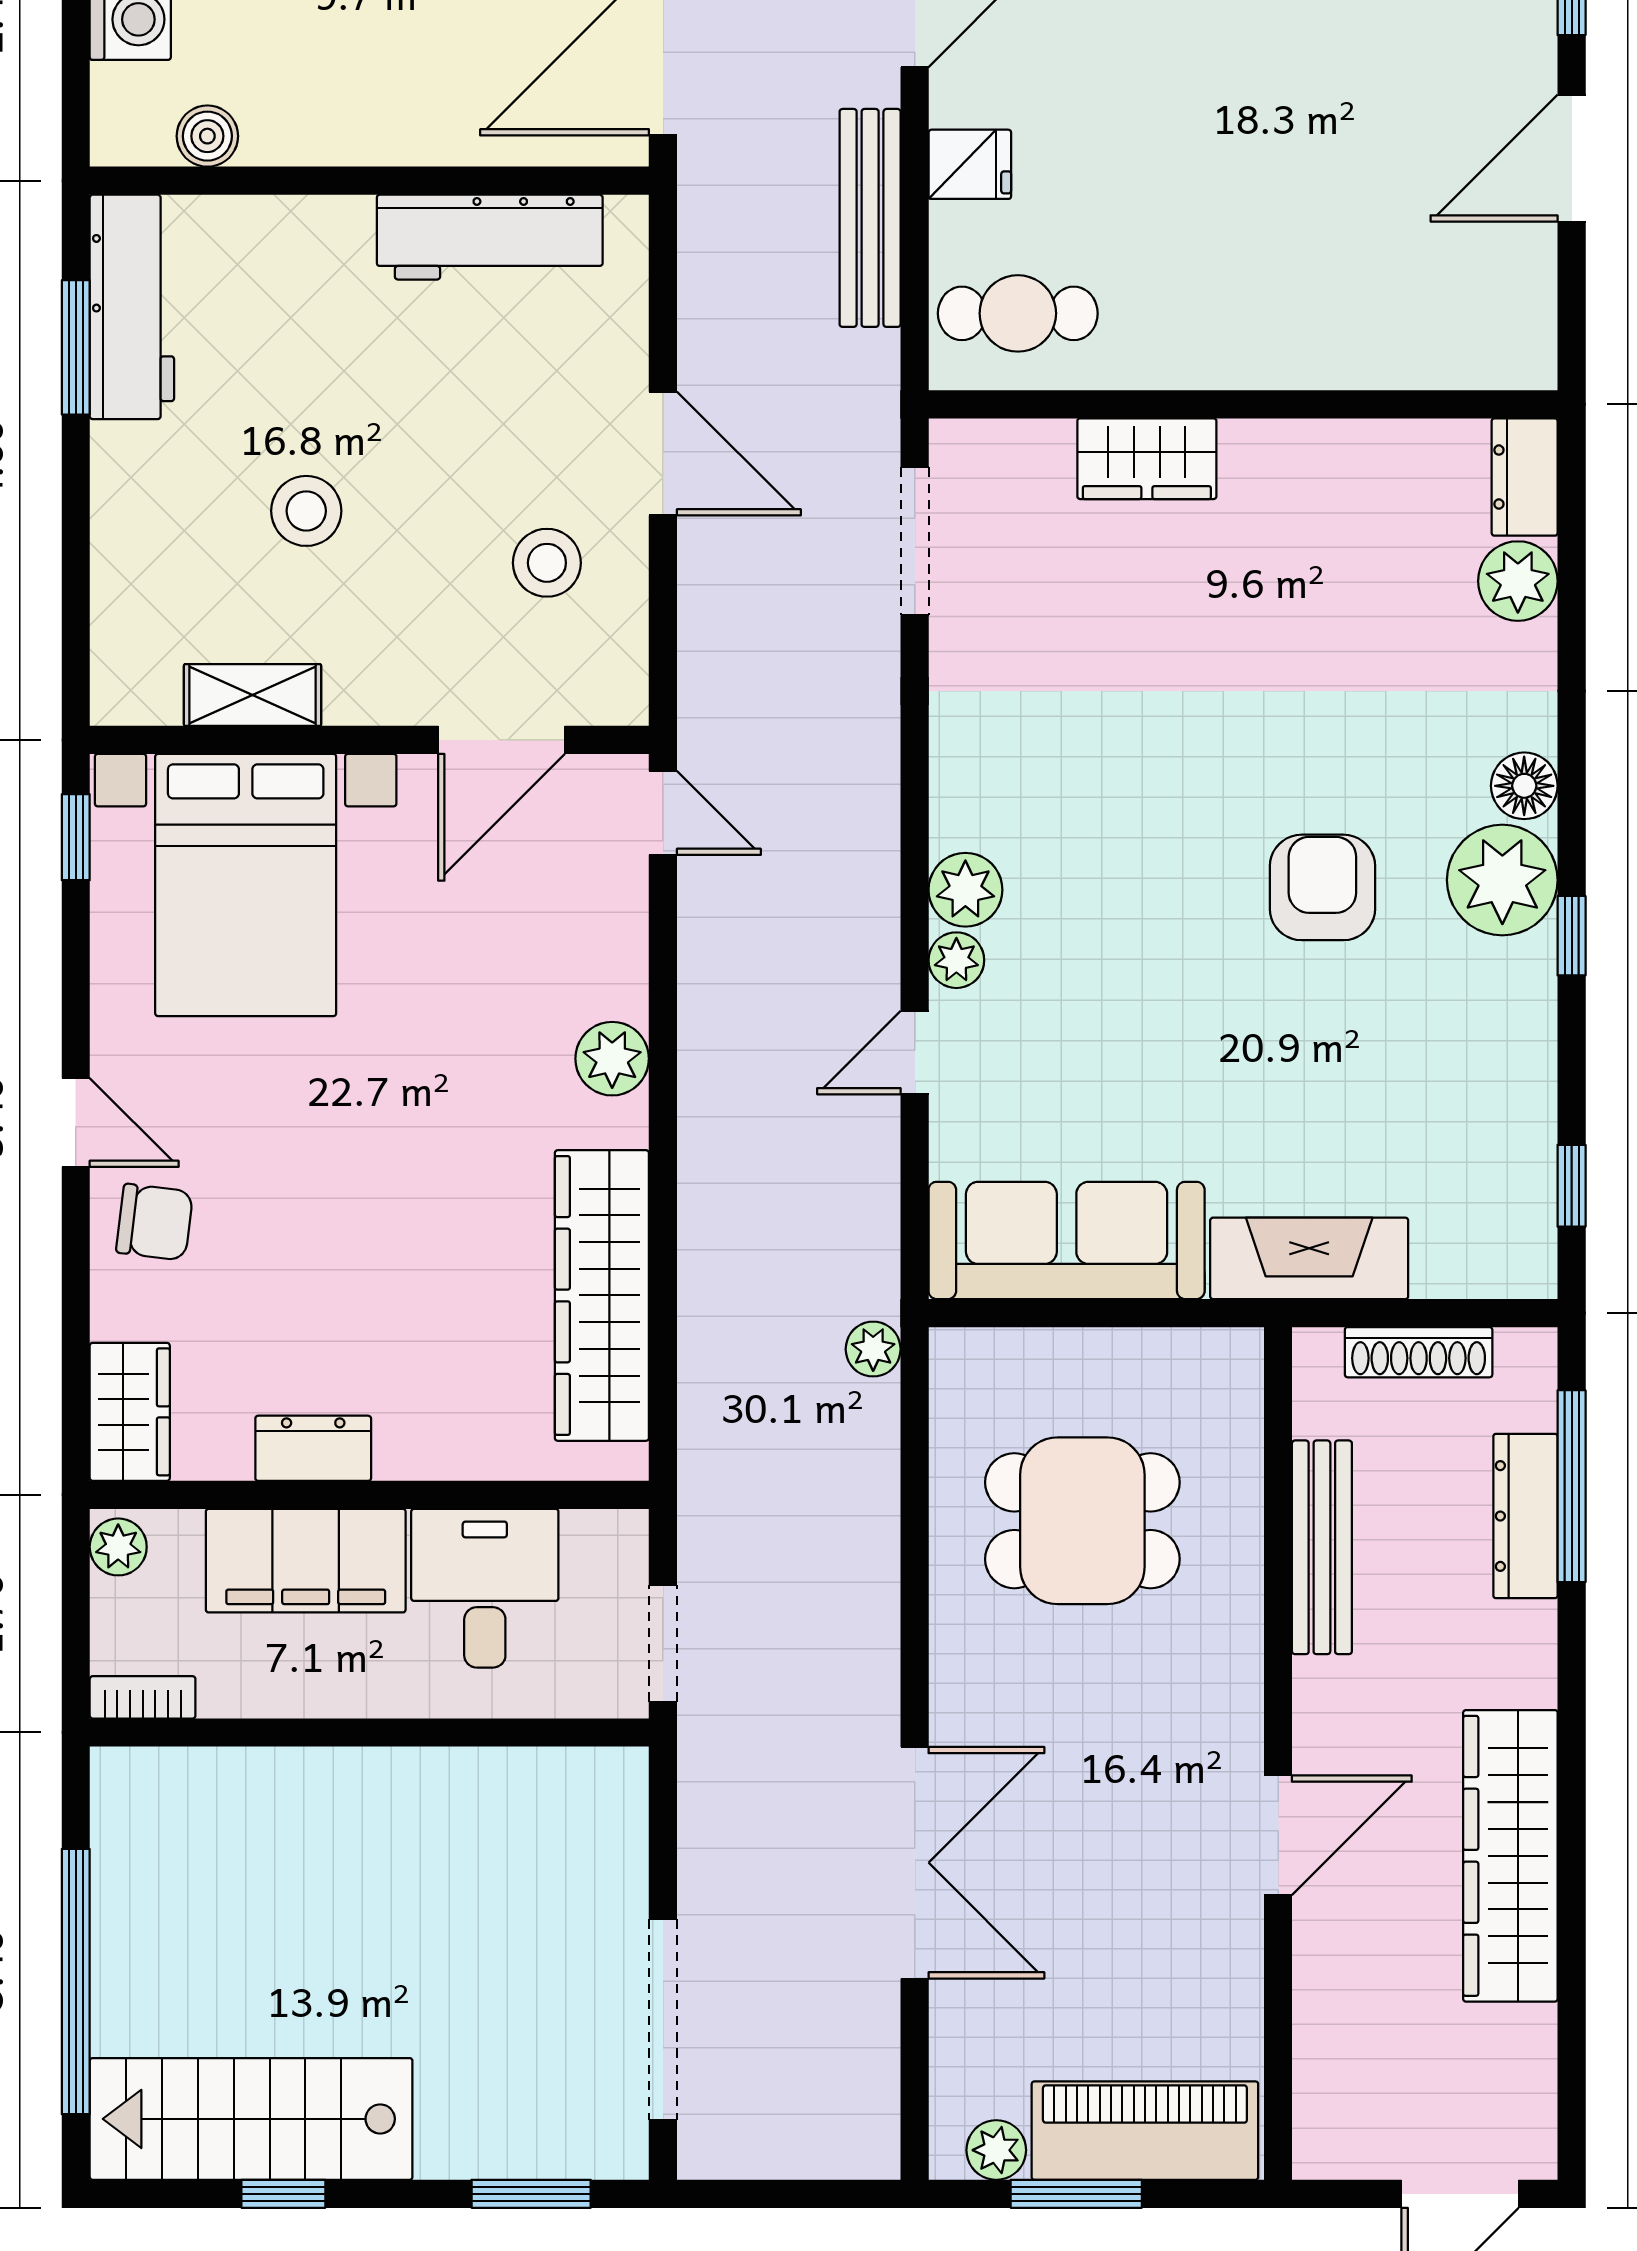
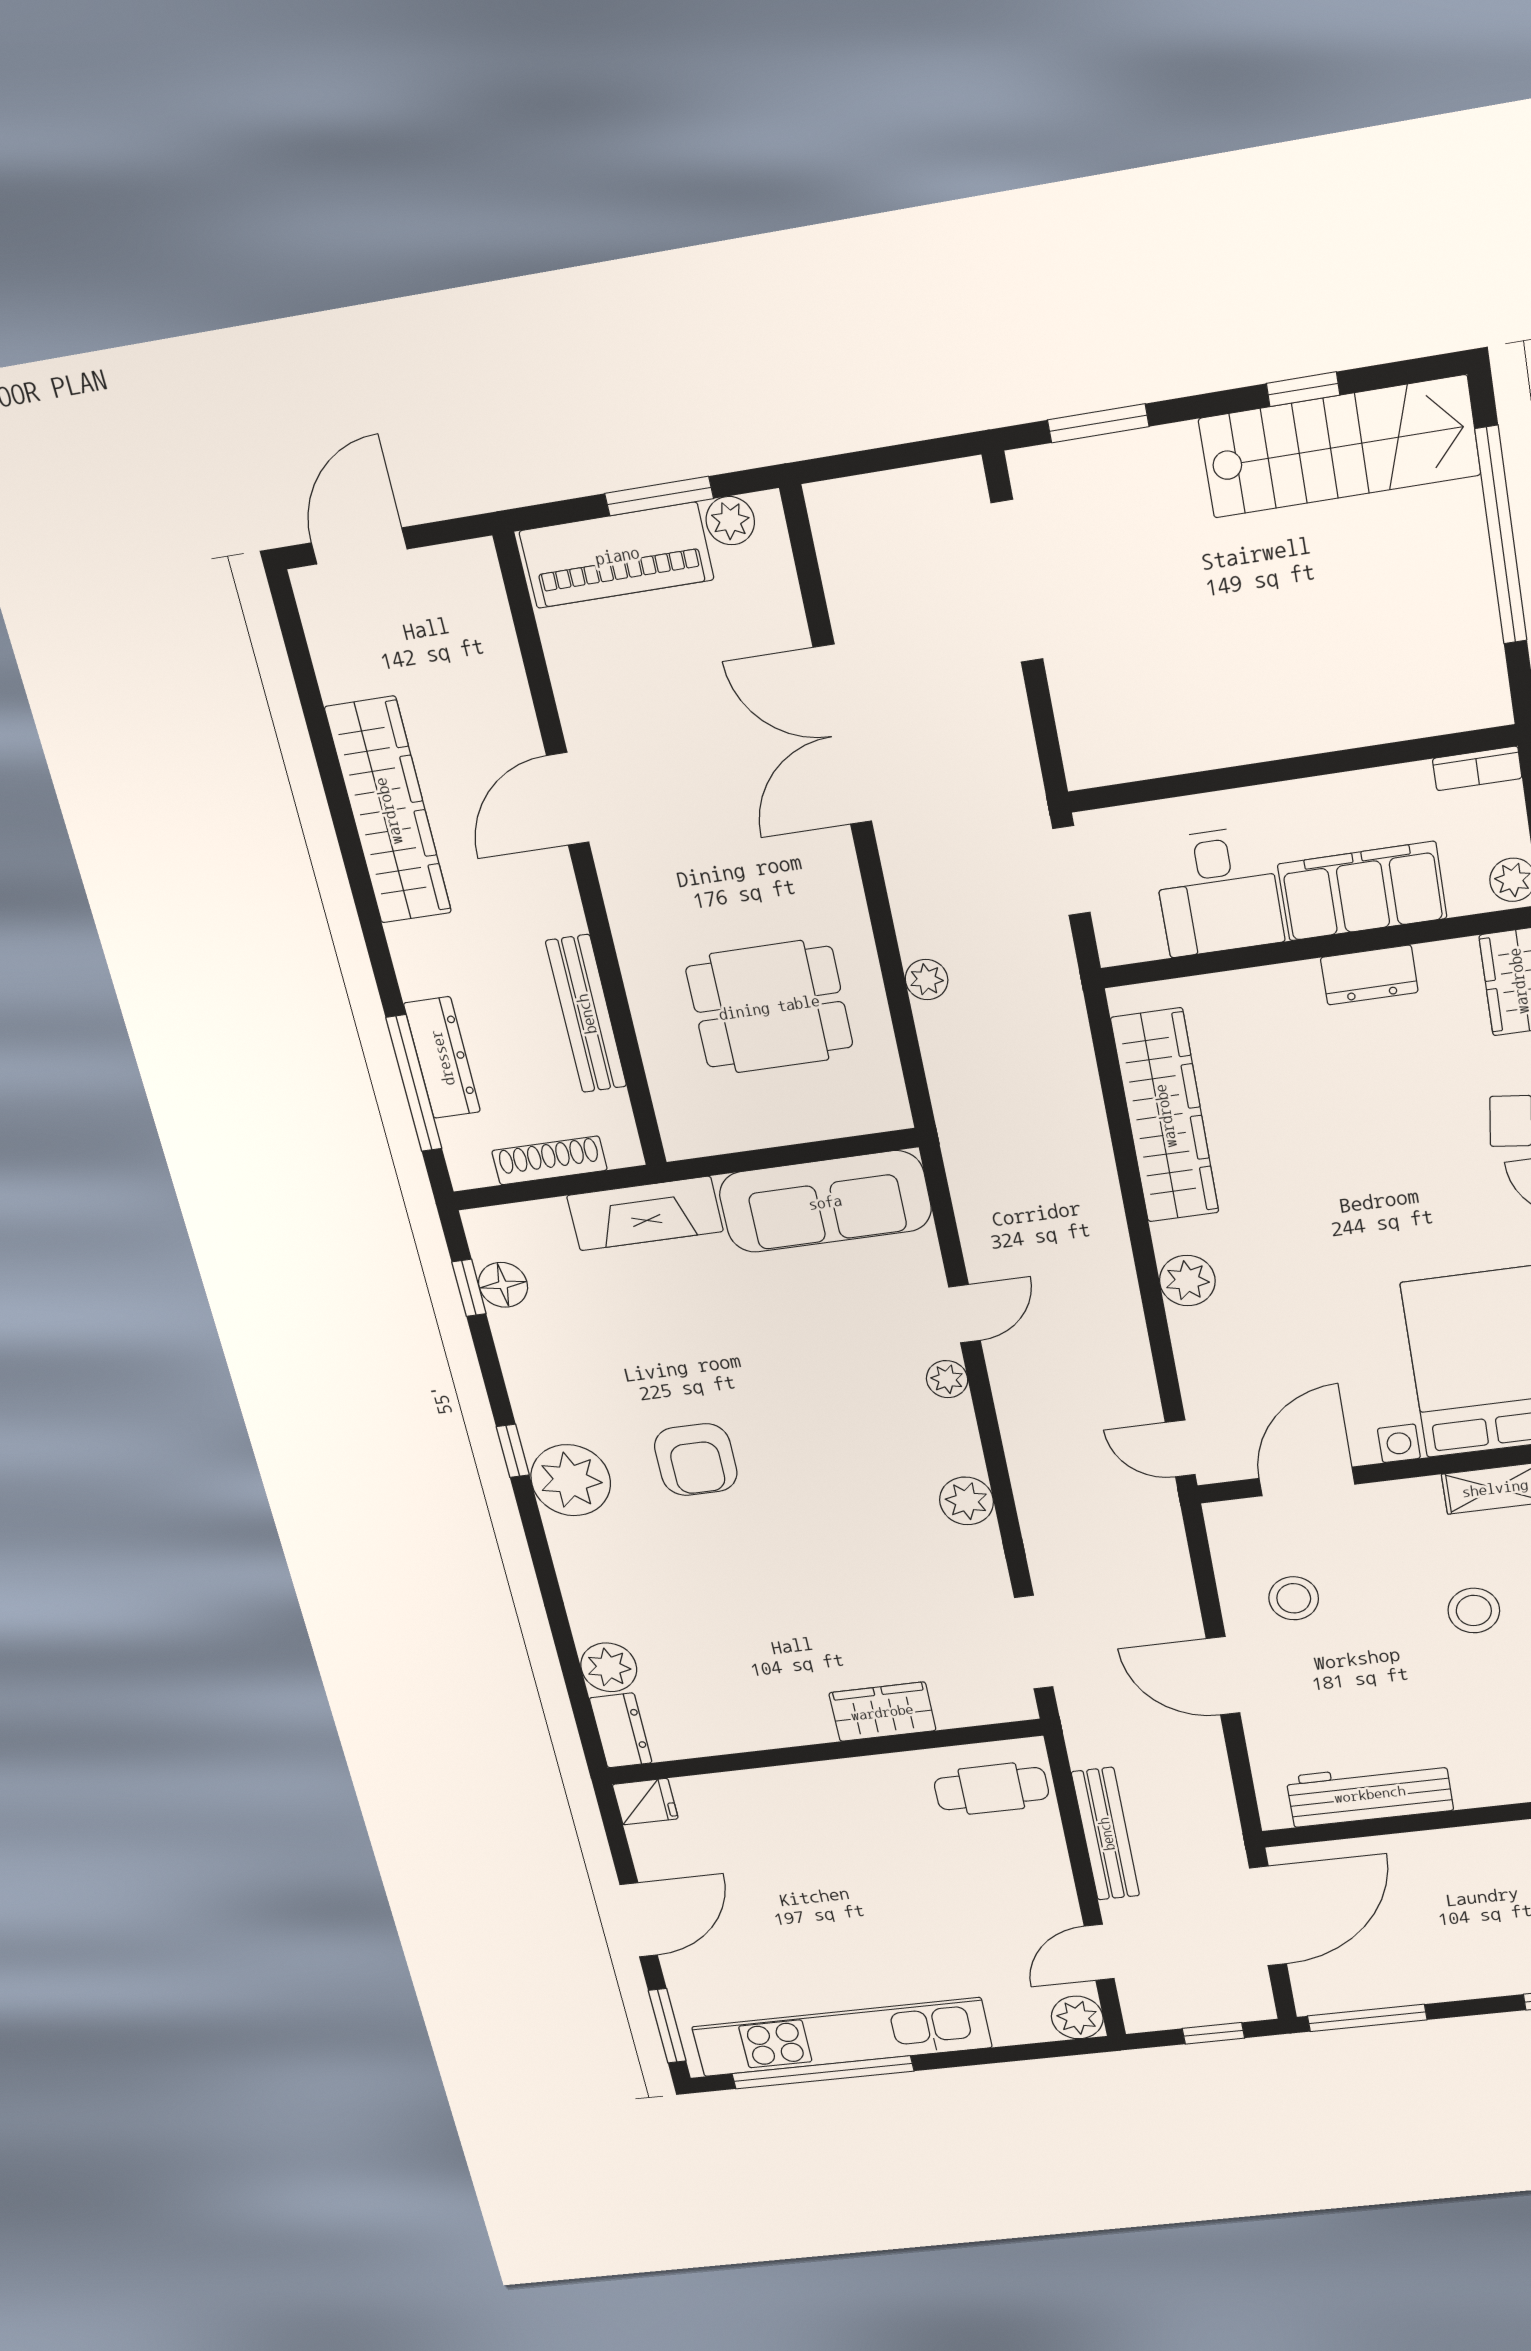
fridge: (970, 164) -> (645, 1802), moved, turned 180
floor lamp: (1524, 786) -> (503, 1285), moved
plant: (965, 890) -> (967, 1501), moved
plant: (873, 1349) -> (927, 980), moved

